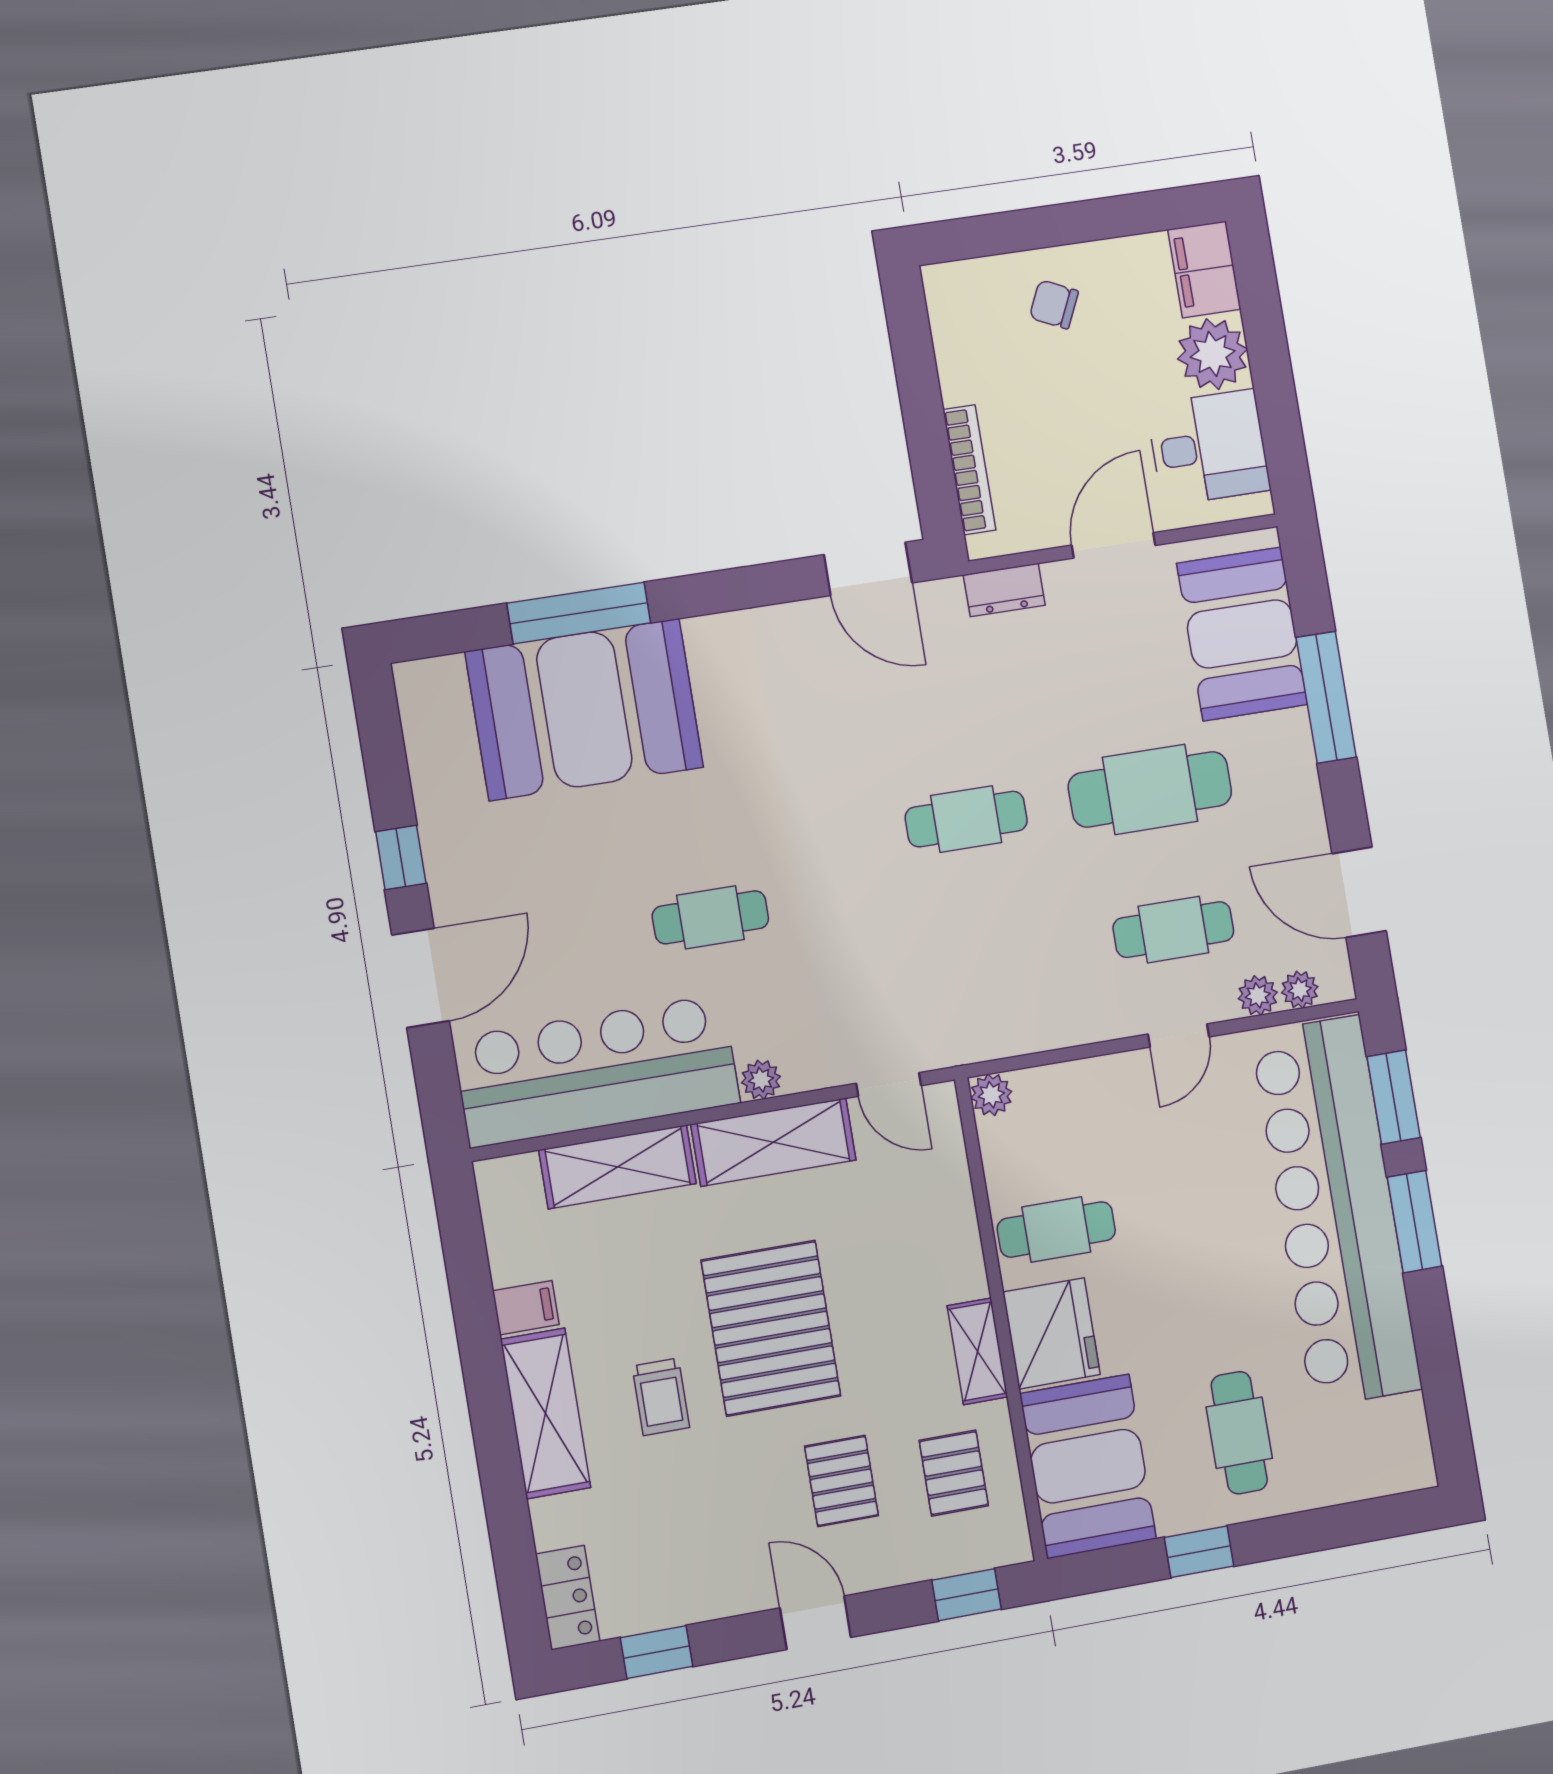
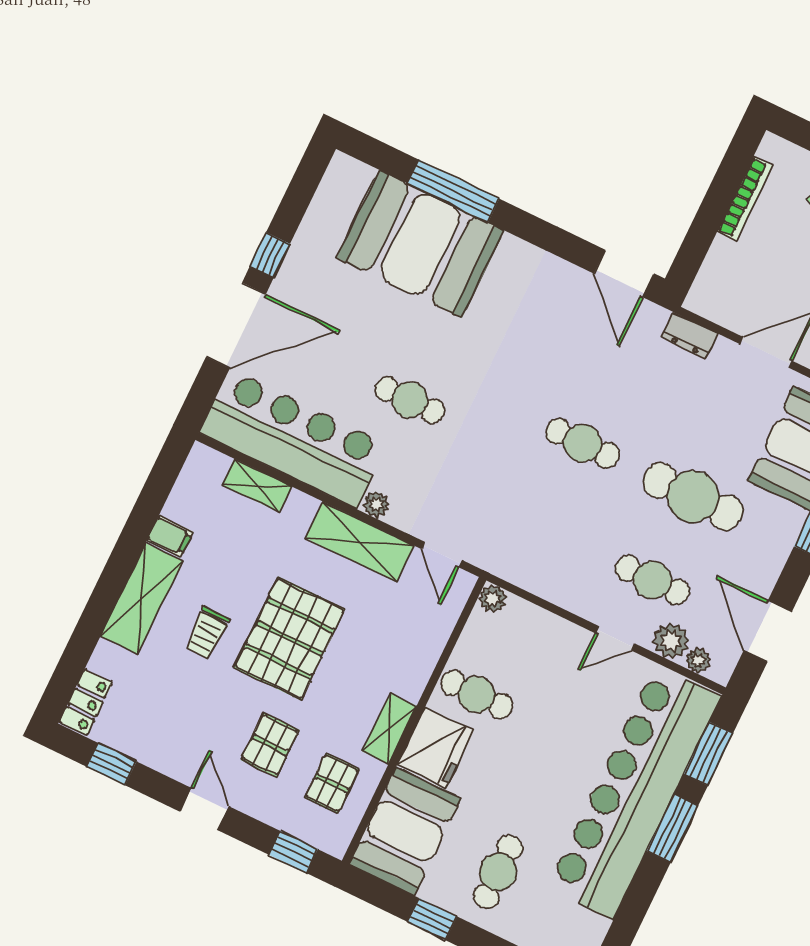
bookcase: (969, 470) -> (745, 199), moved
door: (420, 978) -> (236, 325), width x1.36
plant: (1258, 995) -> (671, 641), width x1.38, depth x1.38
shelving: (618, 1167) -> (257, 485), width x0.67, depth x0.75

